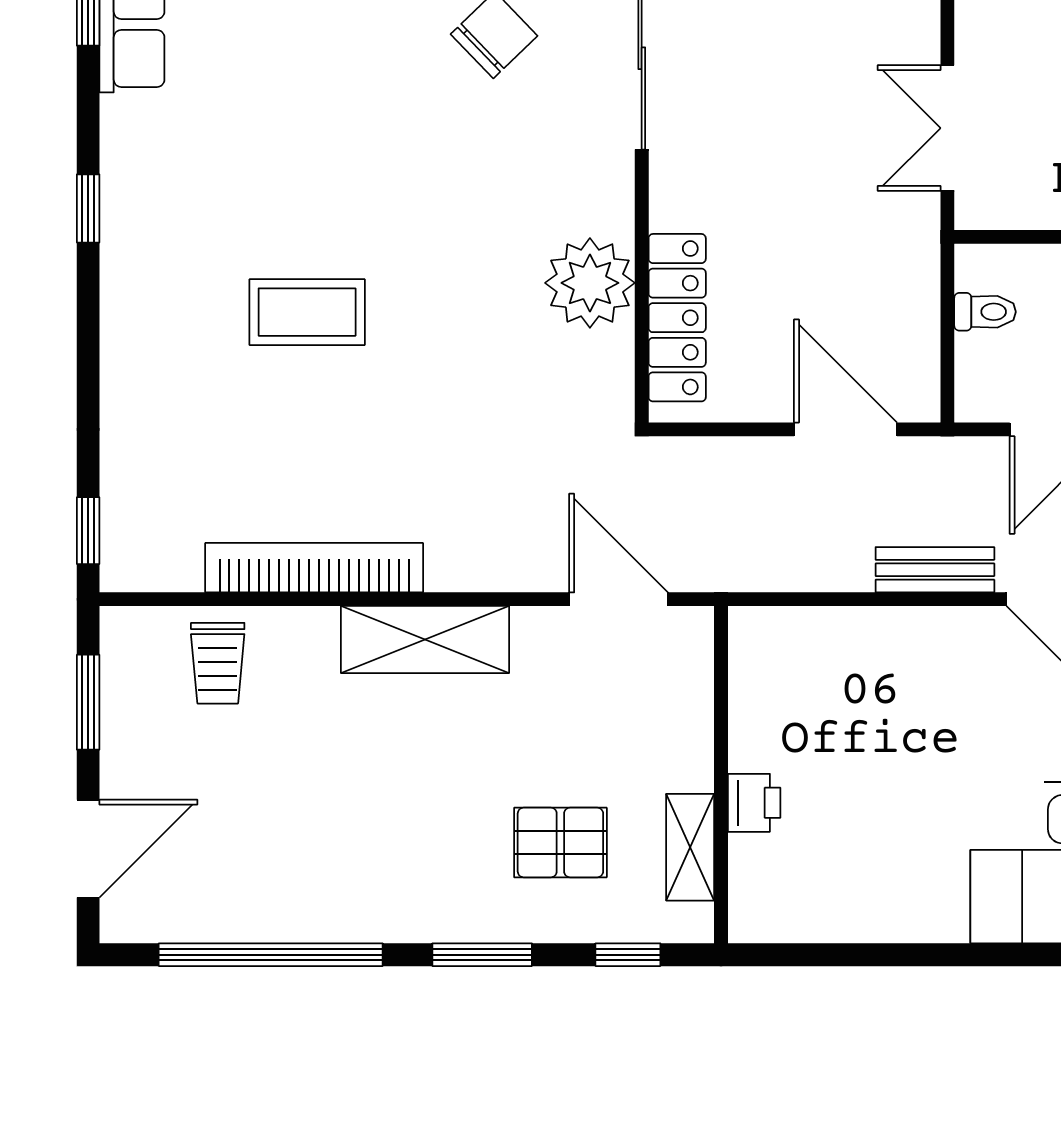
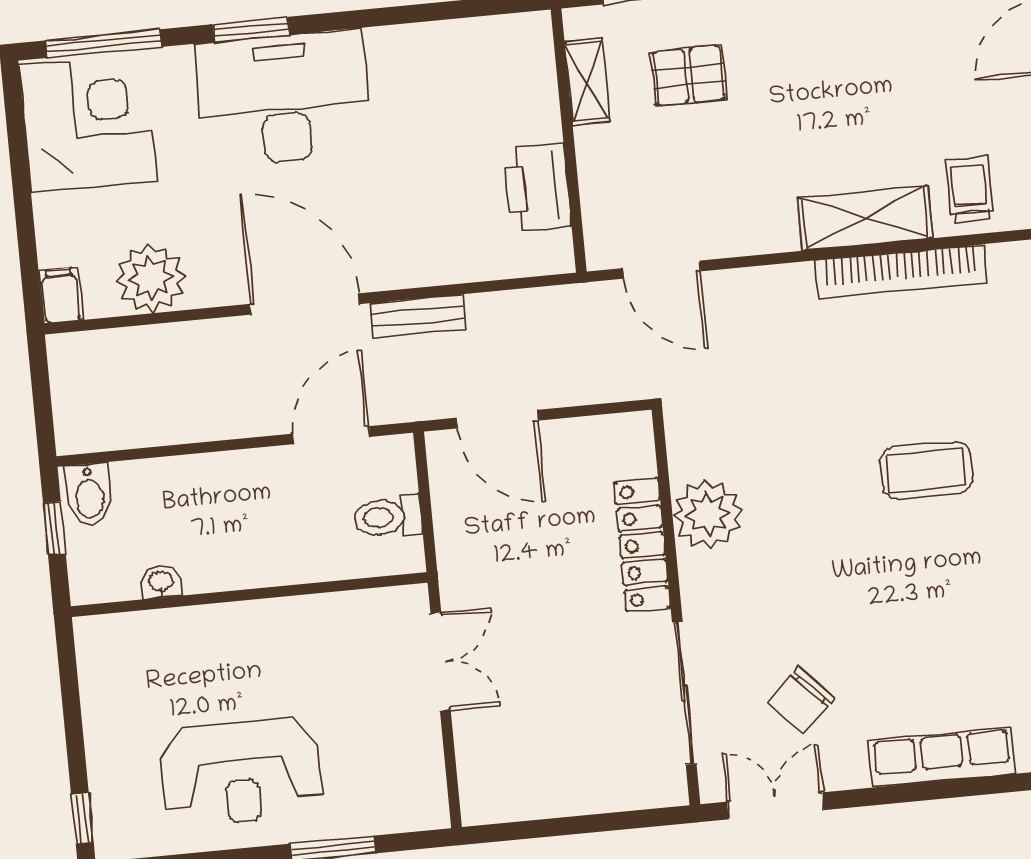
toilet: (985, 312) -> (388, 517), width x1.37, depth x1.39
locker: (677, 318) -> (642, 545), moved
shelving: (425, 640) -> (865, 218), moved
printer: (754, 803) -> (537, 187), moved, width x1.87, depth x1.48

